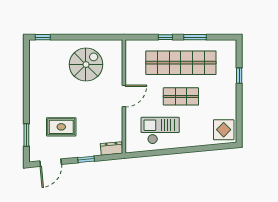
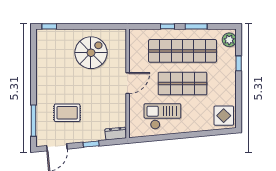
plant: (229, 51) -> (229, 40), added
shop shelf: (181, 96) -> (183, 84), width x1.43, depth x1.36
window: (26, 135) -> (33, 121), width x1.44

